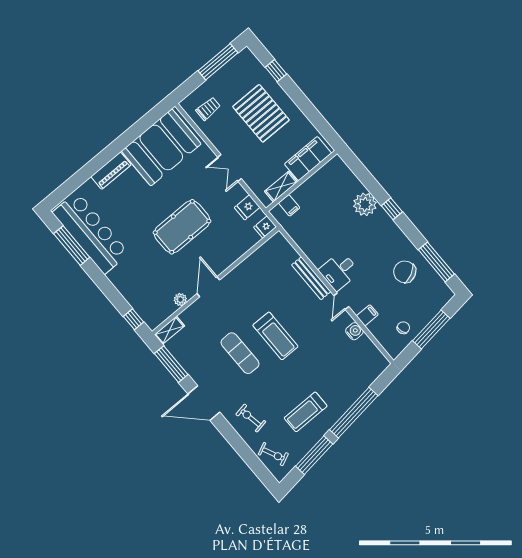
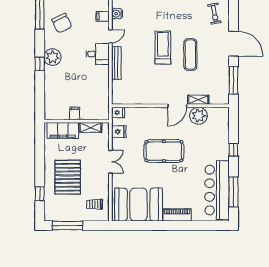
plant: (365, 204) -> (52, 57), moved
filing cabinet: (289, 205) -> (75, 113), moved
plant: (180, 300) -> (198, 116), width x1.87, depth x1.87
window: (133, 319) -> (233, 150), moved
shelving: (169, 330) -> (198, 100), moved

